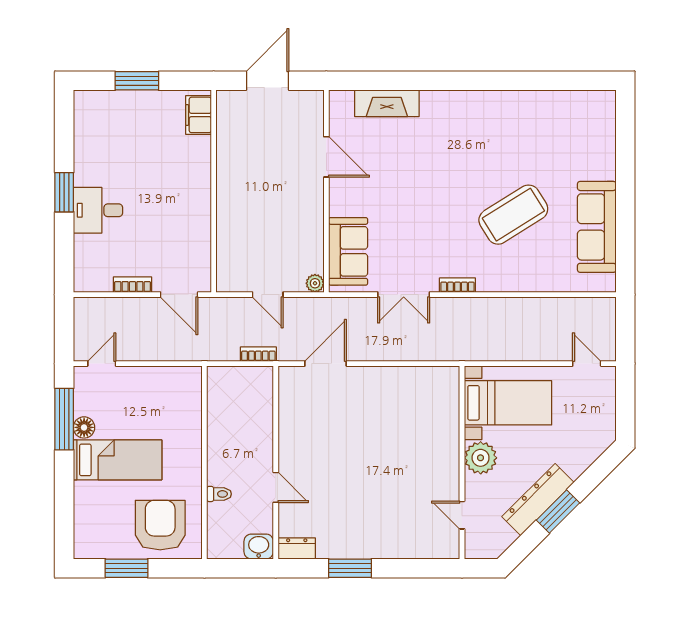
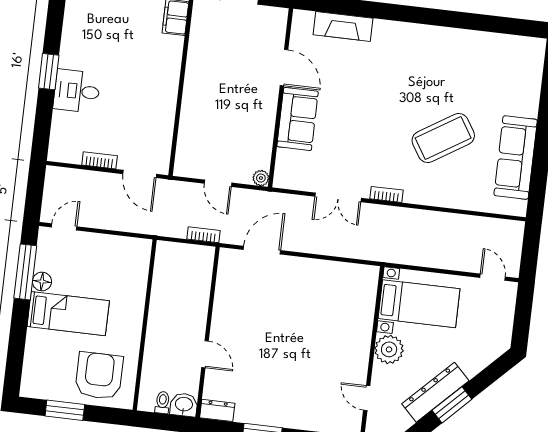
sofa: (348, 251) -> (298, 119), moved
toilet: (219, 494) -> (162, 402), moved, turned -90

